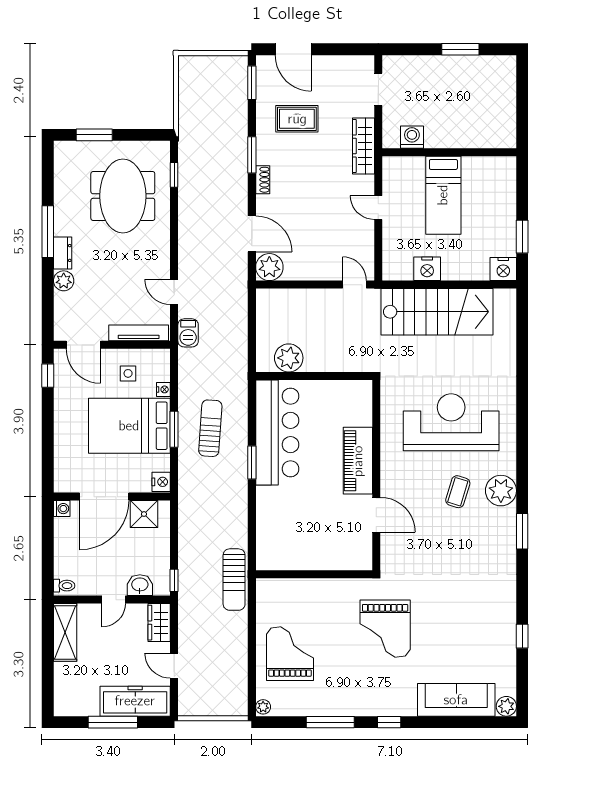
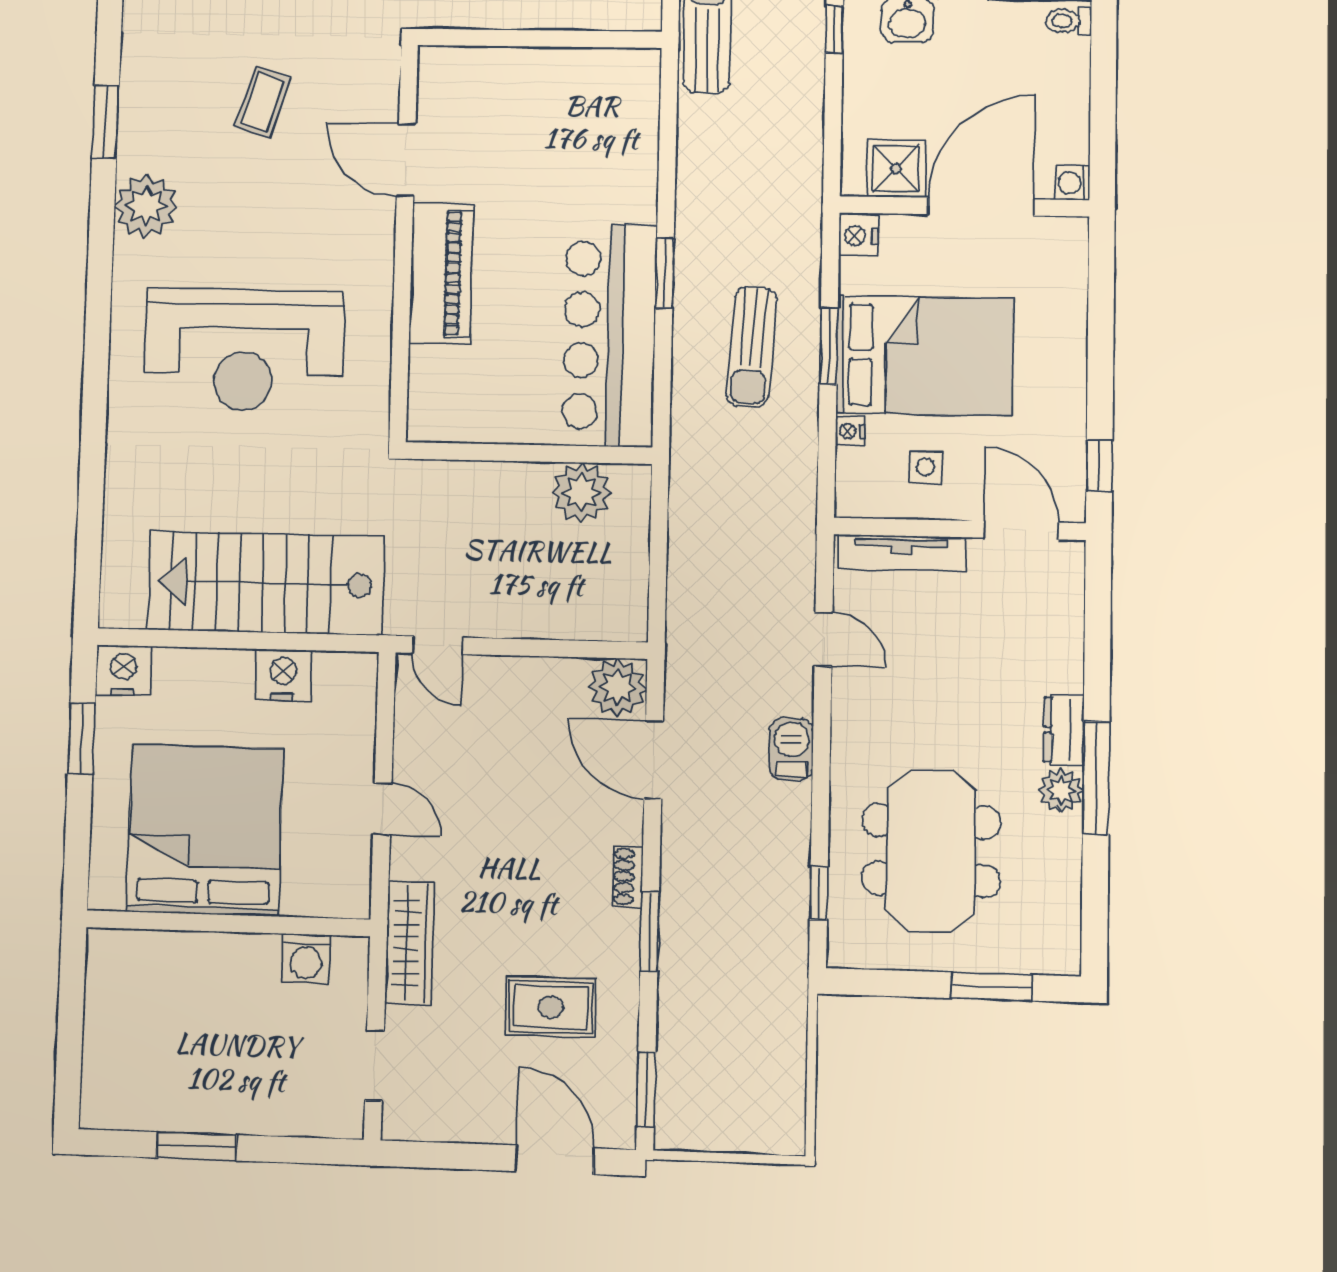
bed: (443, 195) -> (205, 830), width x2.04
plant: (64, 281) -> (1061, 790), moved
barbecue: (188, 333) -> (791, 749), moved
coffee table: (458, 492) -> (262, 103), moved

